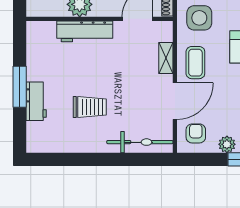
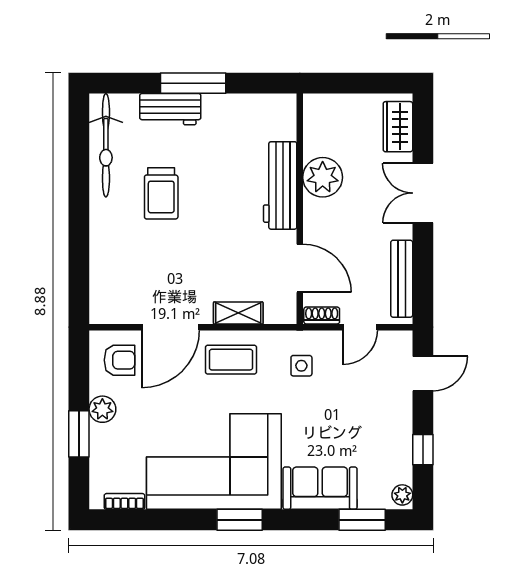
side table: (199, 18) -> (301, 366), width x0.54, depth x0.54
door: (175, 101) -> (170, 327), hinge flipped
bicycle: (140, 142) -> (106, 145), moved

